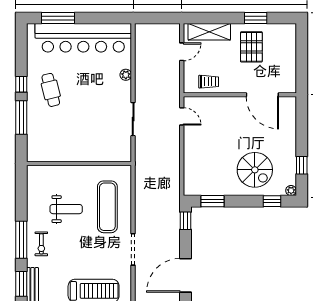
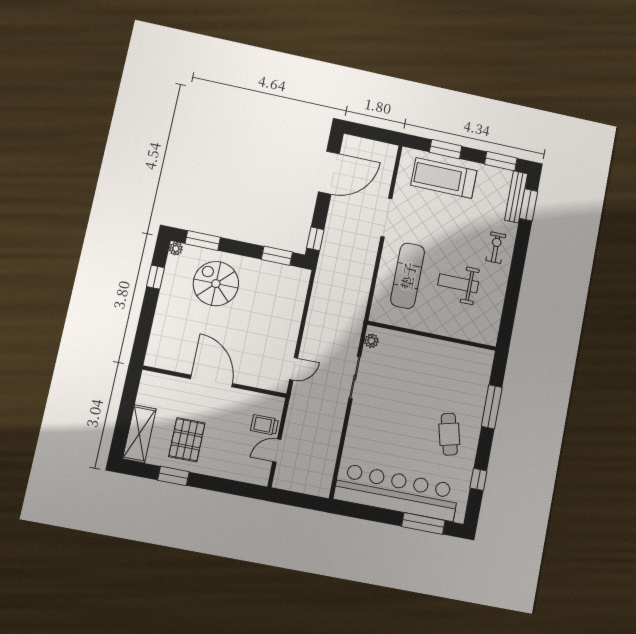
shelving: (209, 32) -> (139, 434), moved, turned 90
plant: (126, 75) -> (371, 341), moved
trolley: (209, 82) -> (264, 425), moved
window: (21, 84) -> (478, 479), moved
door: (262, 95) -> (212, 381), moved
door: (182, 116) -> (294, 369), swing flipped
window: (272, 201) -> (203, 240), width x1.50
window: (21, 240) -> (519, 258), removed

